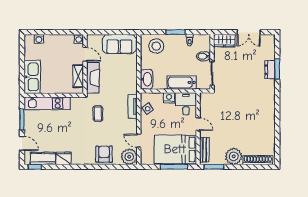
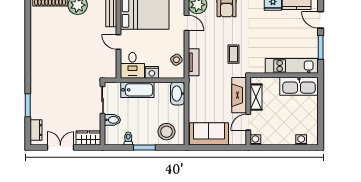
door: (85, 54) -> (248, 122), hinge flipped
dresser: (270, 70) -> (36, 130), moved
kitchen sink: (32, 77) -> (299, 86), moved, turned -90

